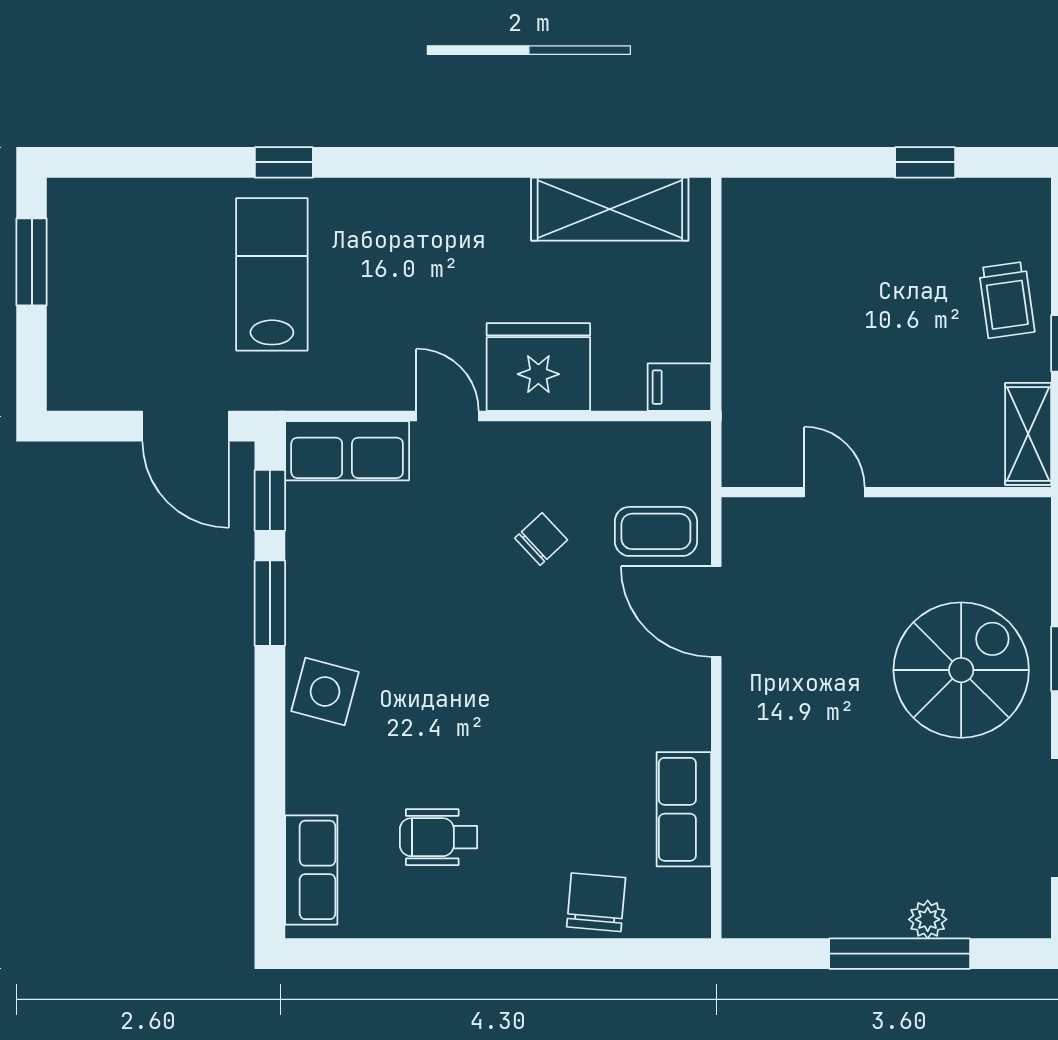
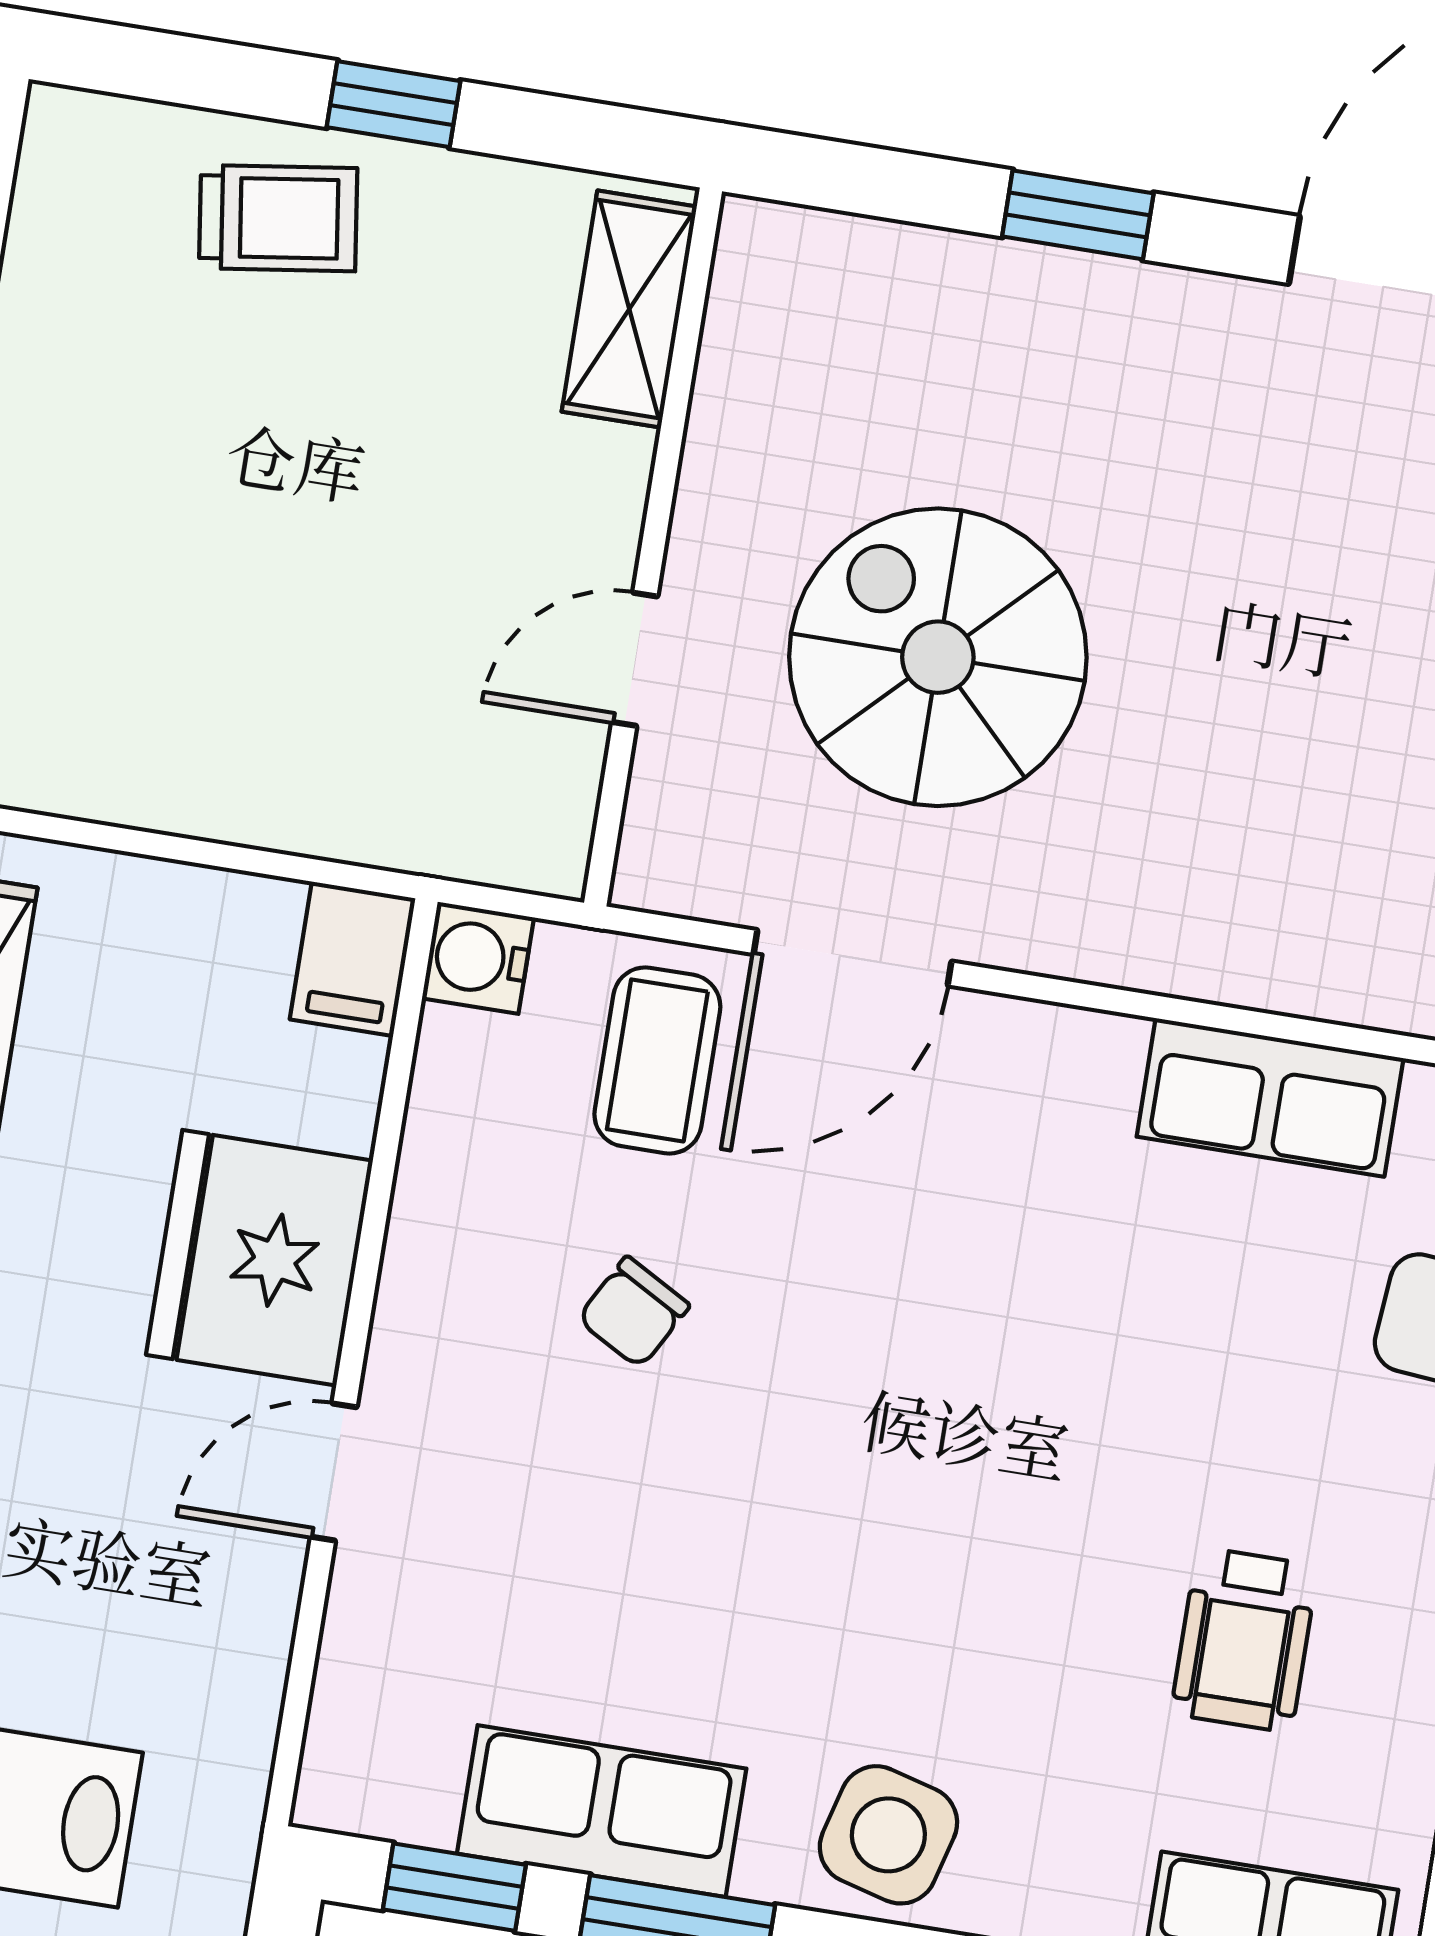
shelving: (1028, 434) -> (629, 309), moved, turned 90
water cooler: (689, 443) -> (478, 958), added
row of seats: (347, 451) -> (602, 1811), moved, turned -90
chair: (541, 539) -> (633, 1312), turned -108
spiral stairs: (961, 670) -> (938, 657), moved

